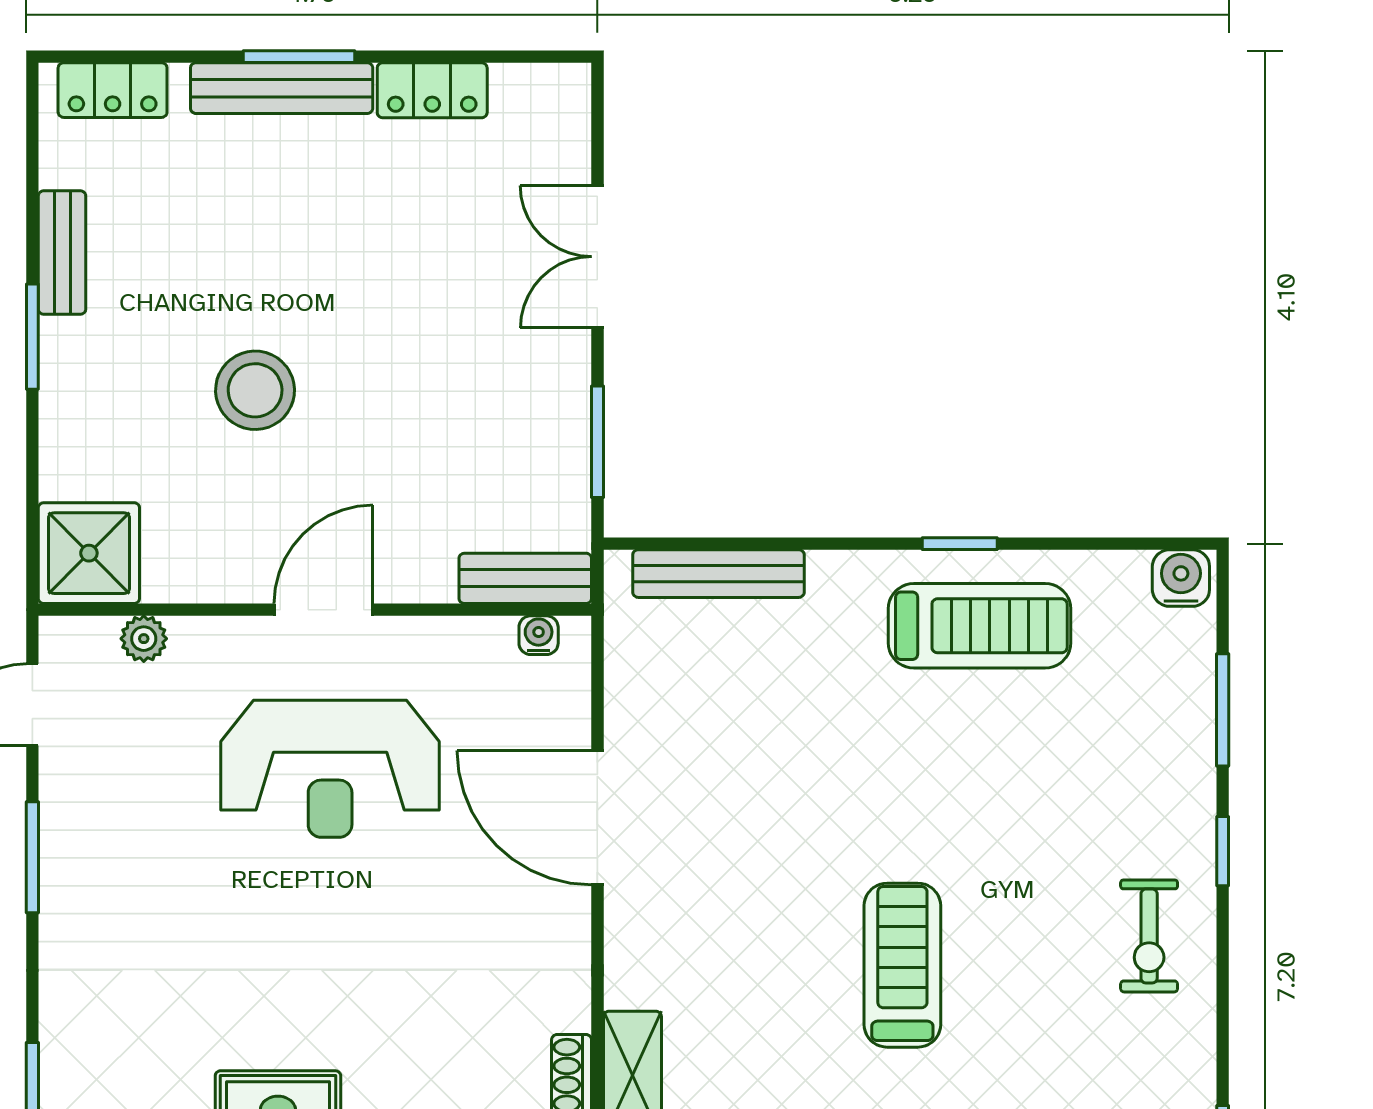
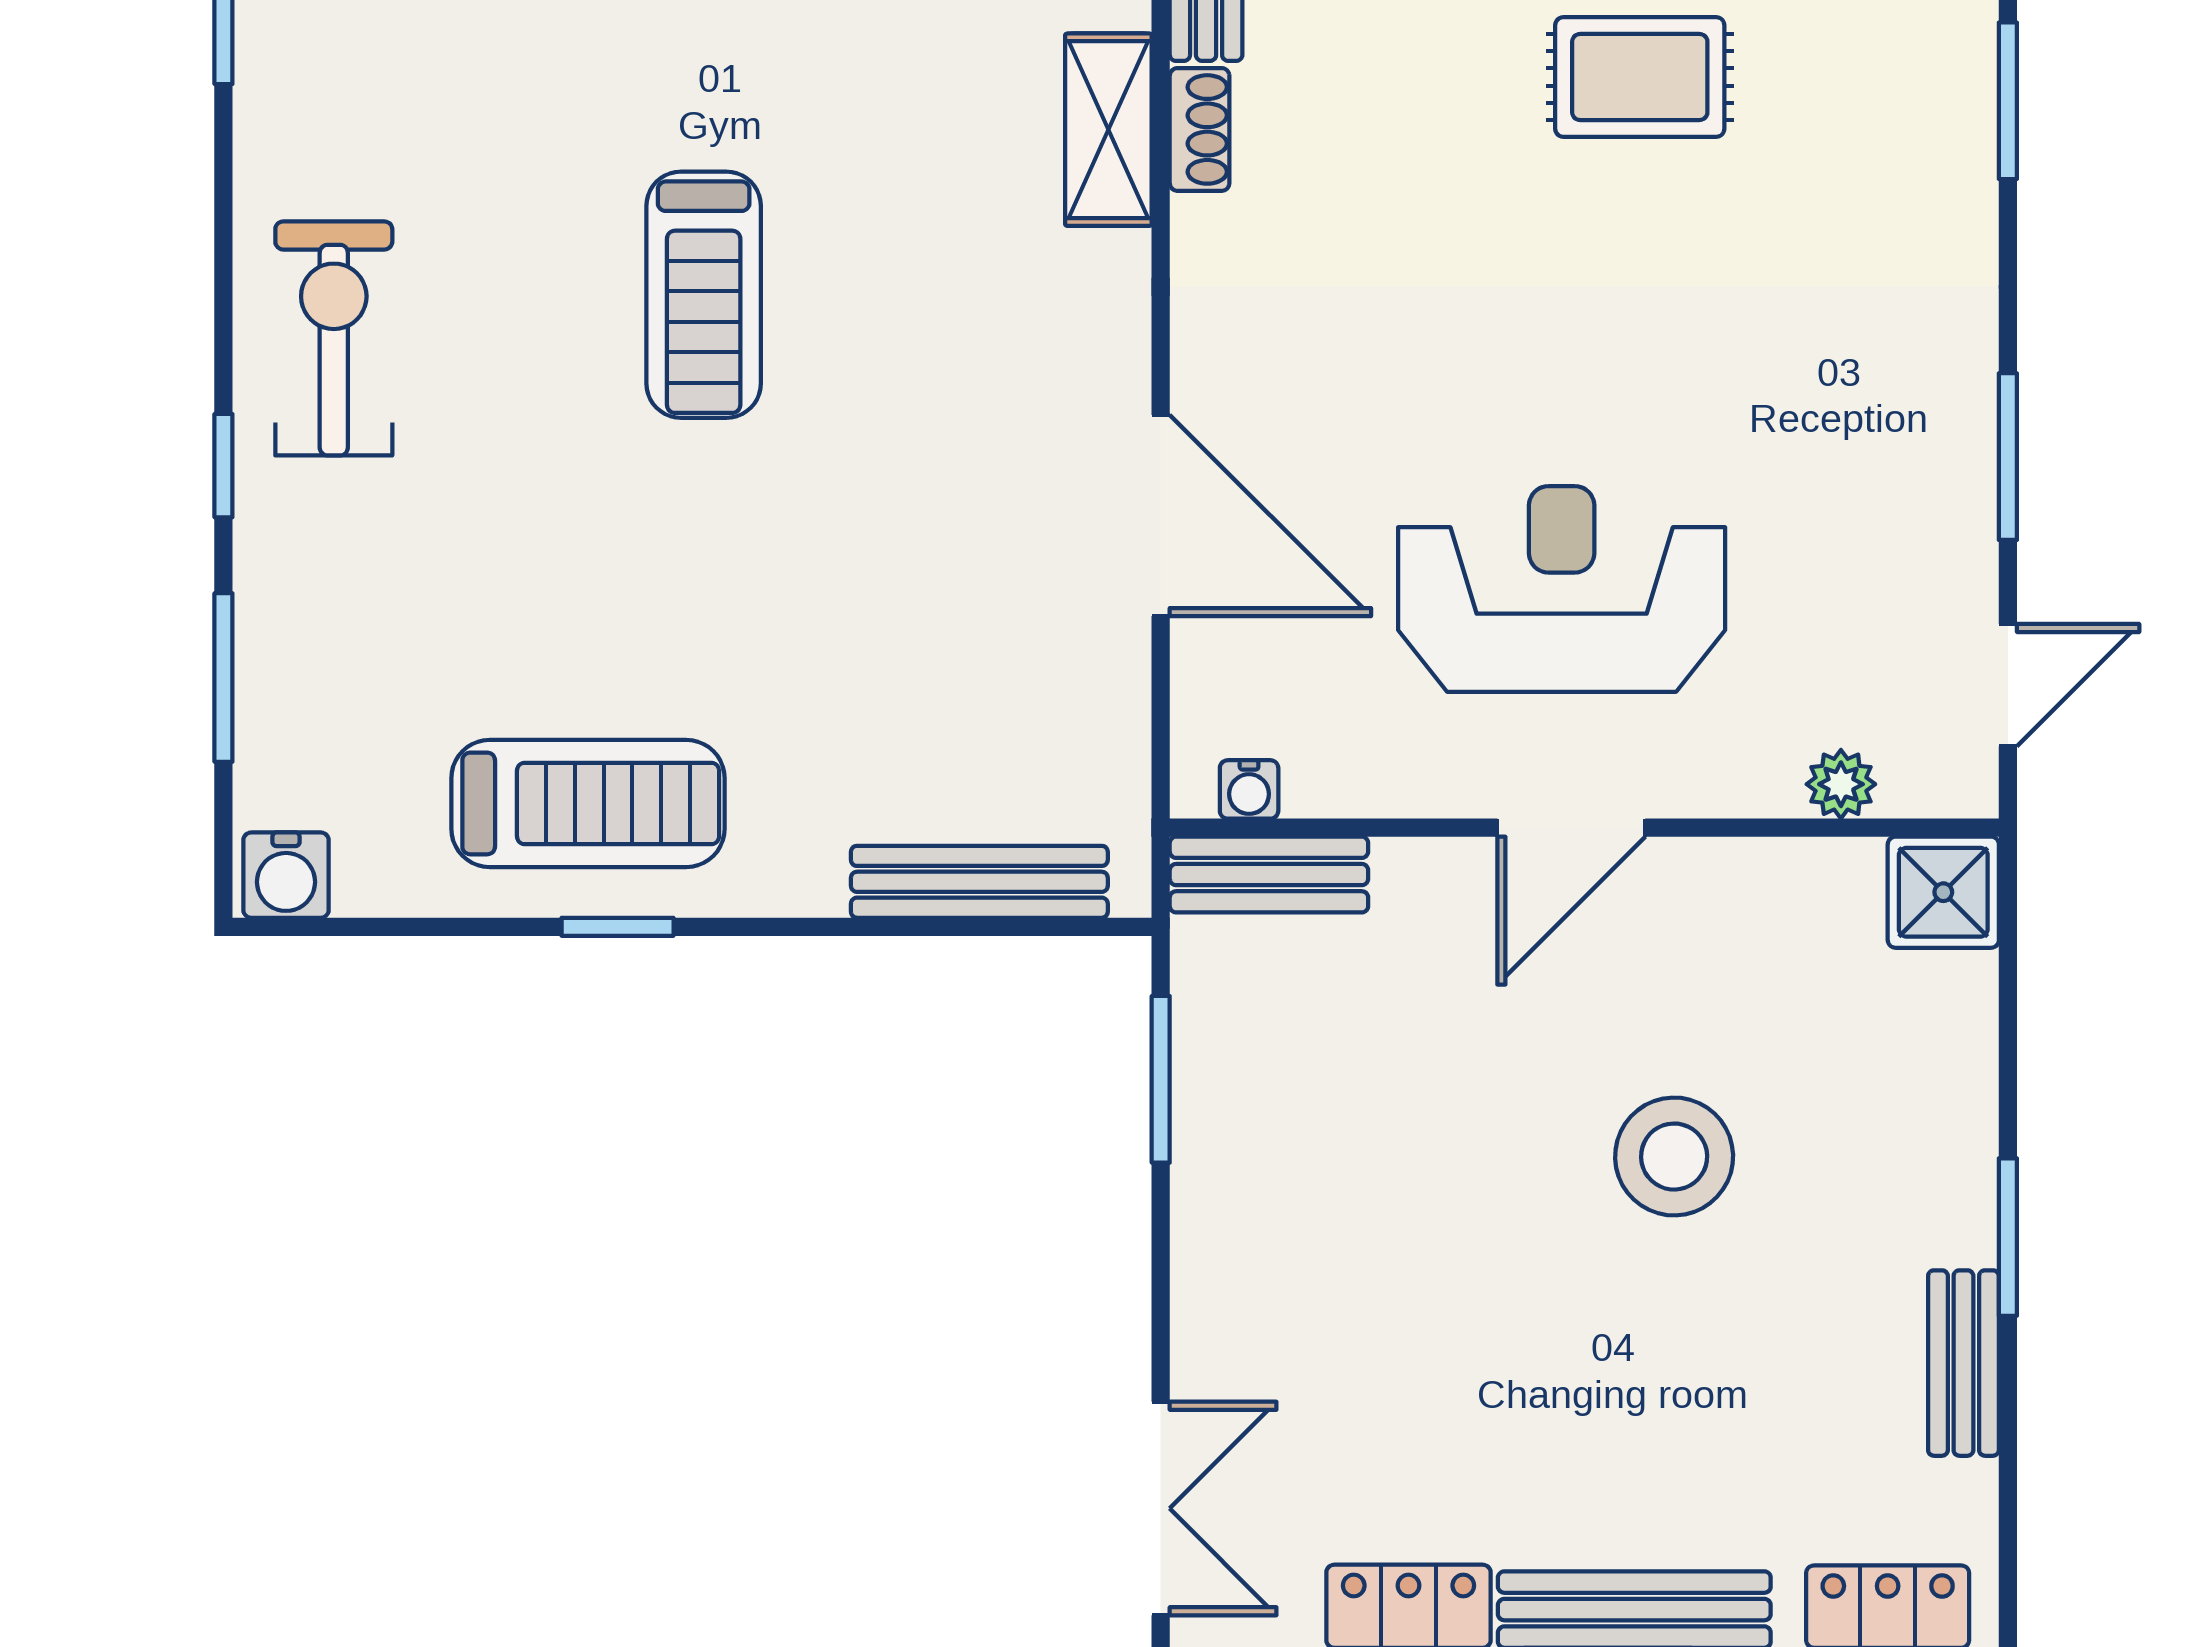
double door: (597, 257) -> (1161, 1508), moved
shower: (89, 553) -> (1943, 892), width x0.73, depth x0.73
treadmill: (980, 626) -> (588, 803), turned 180
exercise bike: (1149, 936) -> (334, 338), width x1.38, depth x1.39

